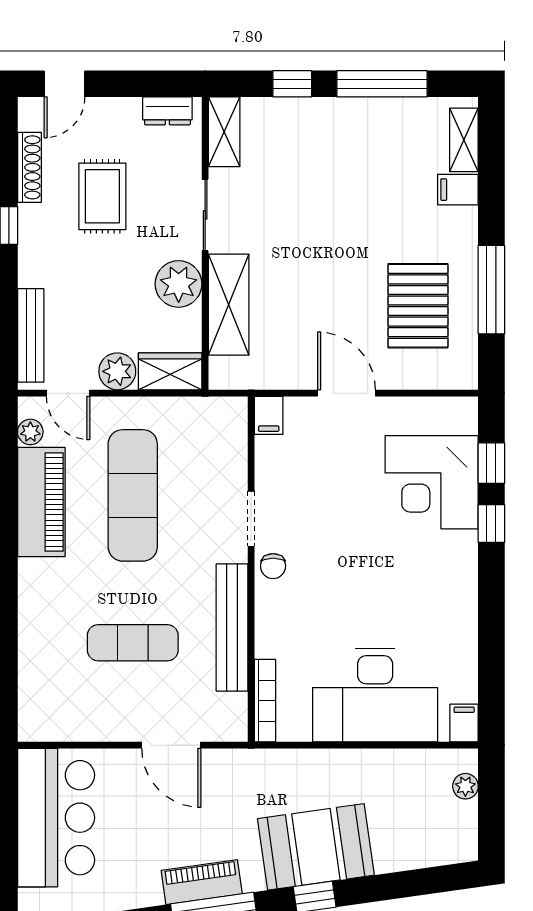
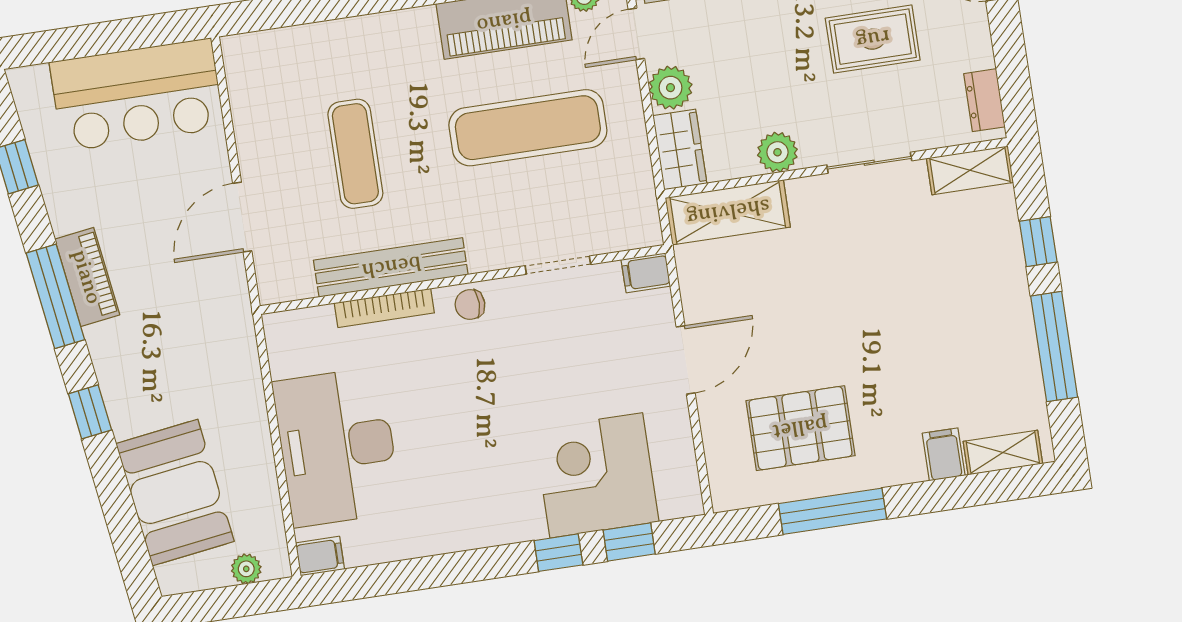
plant: (179, 284) -> (777, 152), width x0.73, depth x0.73
shelving: (229, 305) -> (728, 212), moved
doorway: (251, 519) -> (558, 265), moved
bookcase: (265, 701) -> (384, 308), moved
booth: (316, 847) -> (175, 493), moved

